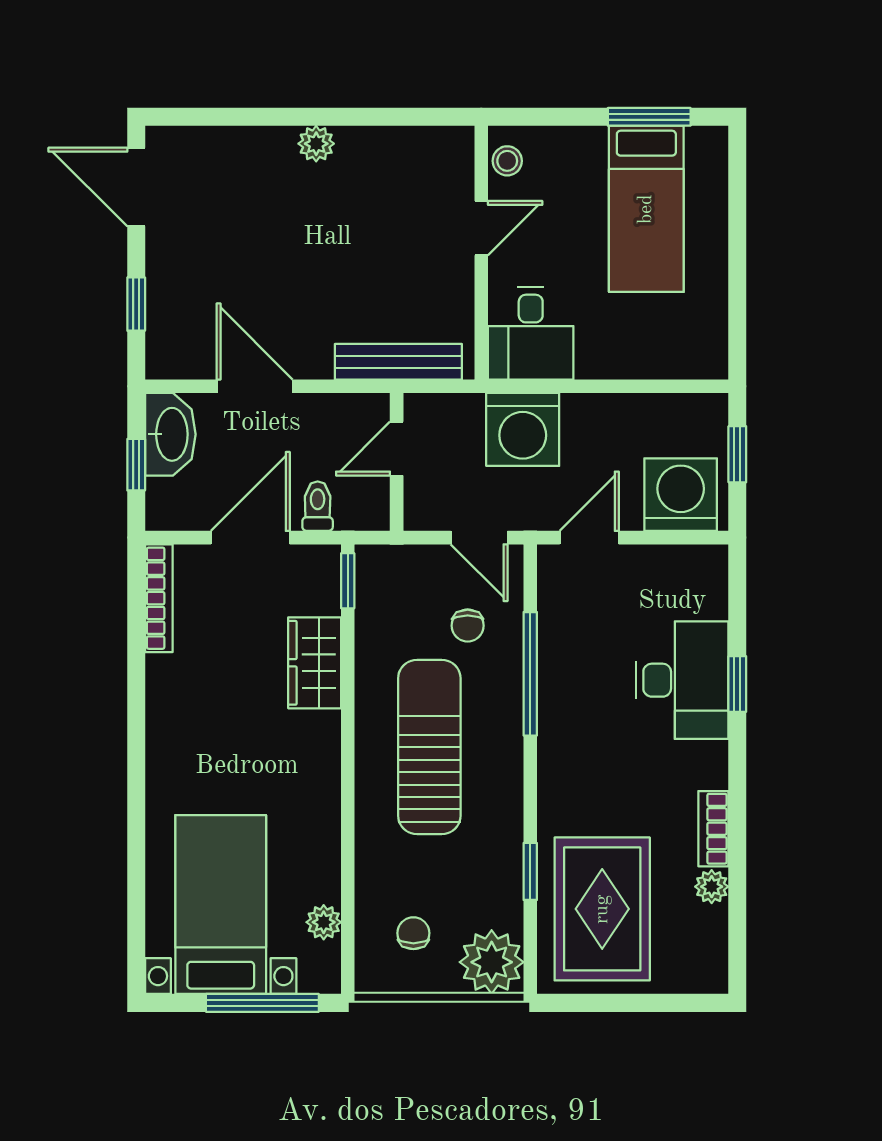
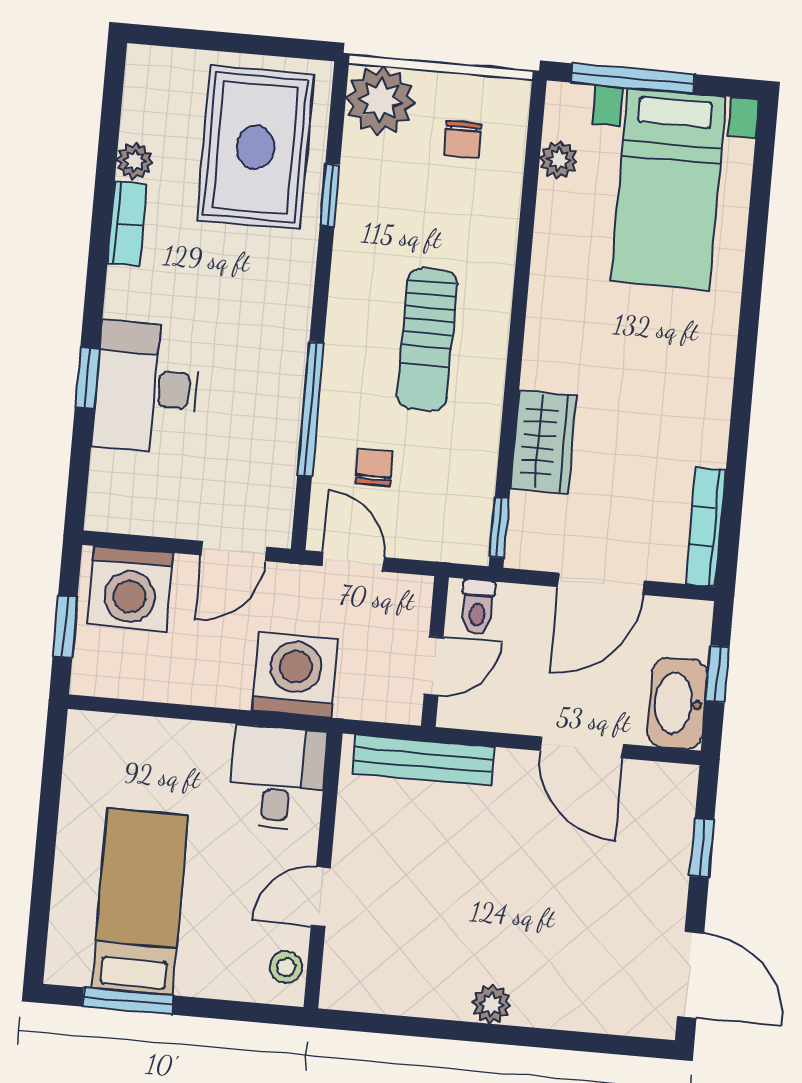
toilet: (318, 506) -> (478, 607), moved
sun lounger: (429, 747) -> (427, 340), width x0.73, depth x0.75

